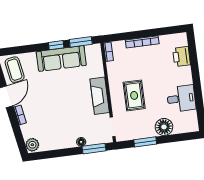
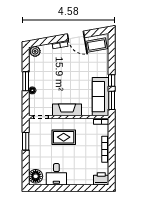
printer: (182, 57) -> (101, 179), moved
sofa: (61, 58) -> (101, 97), moved
floor lamp: (164, 127) -> (36, 176), moved
window: (94, 149) -> (26, 81), moved

